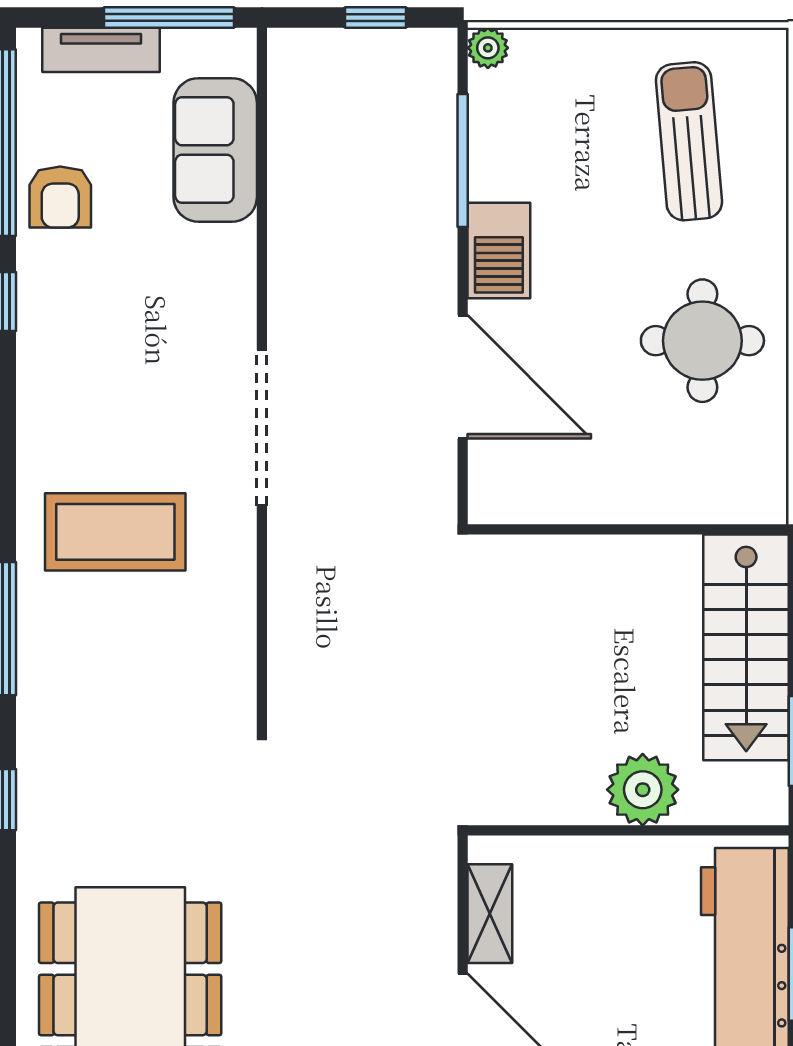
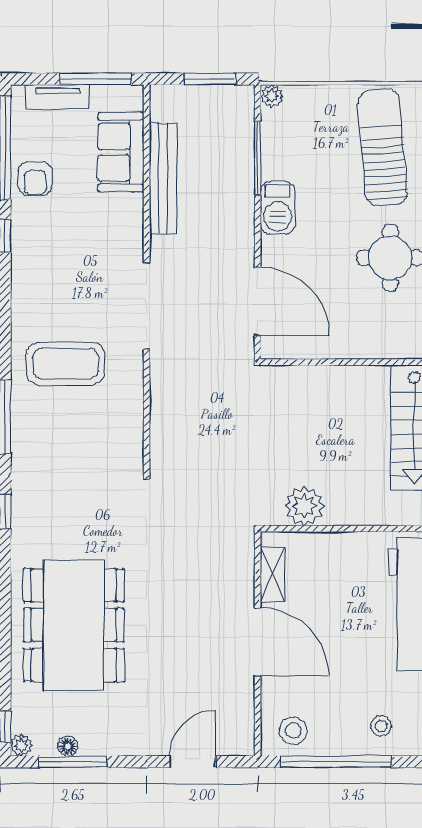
window: (376, 17) -> (209, 79), width x1.50
sun lounger: (689, 141) -> (383, 147), width x1.36, depth x1.34
bench: (292, 197) -> (163, 178), added
door: (463, 377) -> (258, 302), moved
plant: (643, 790) -> (304, 506), moved

